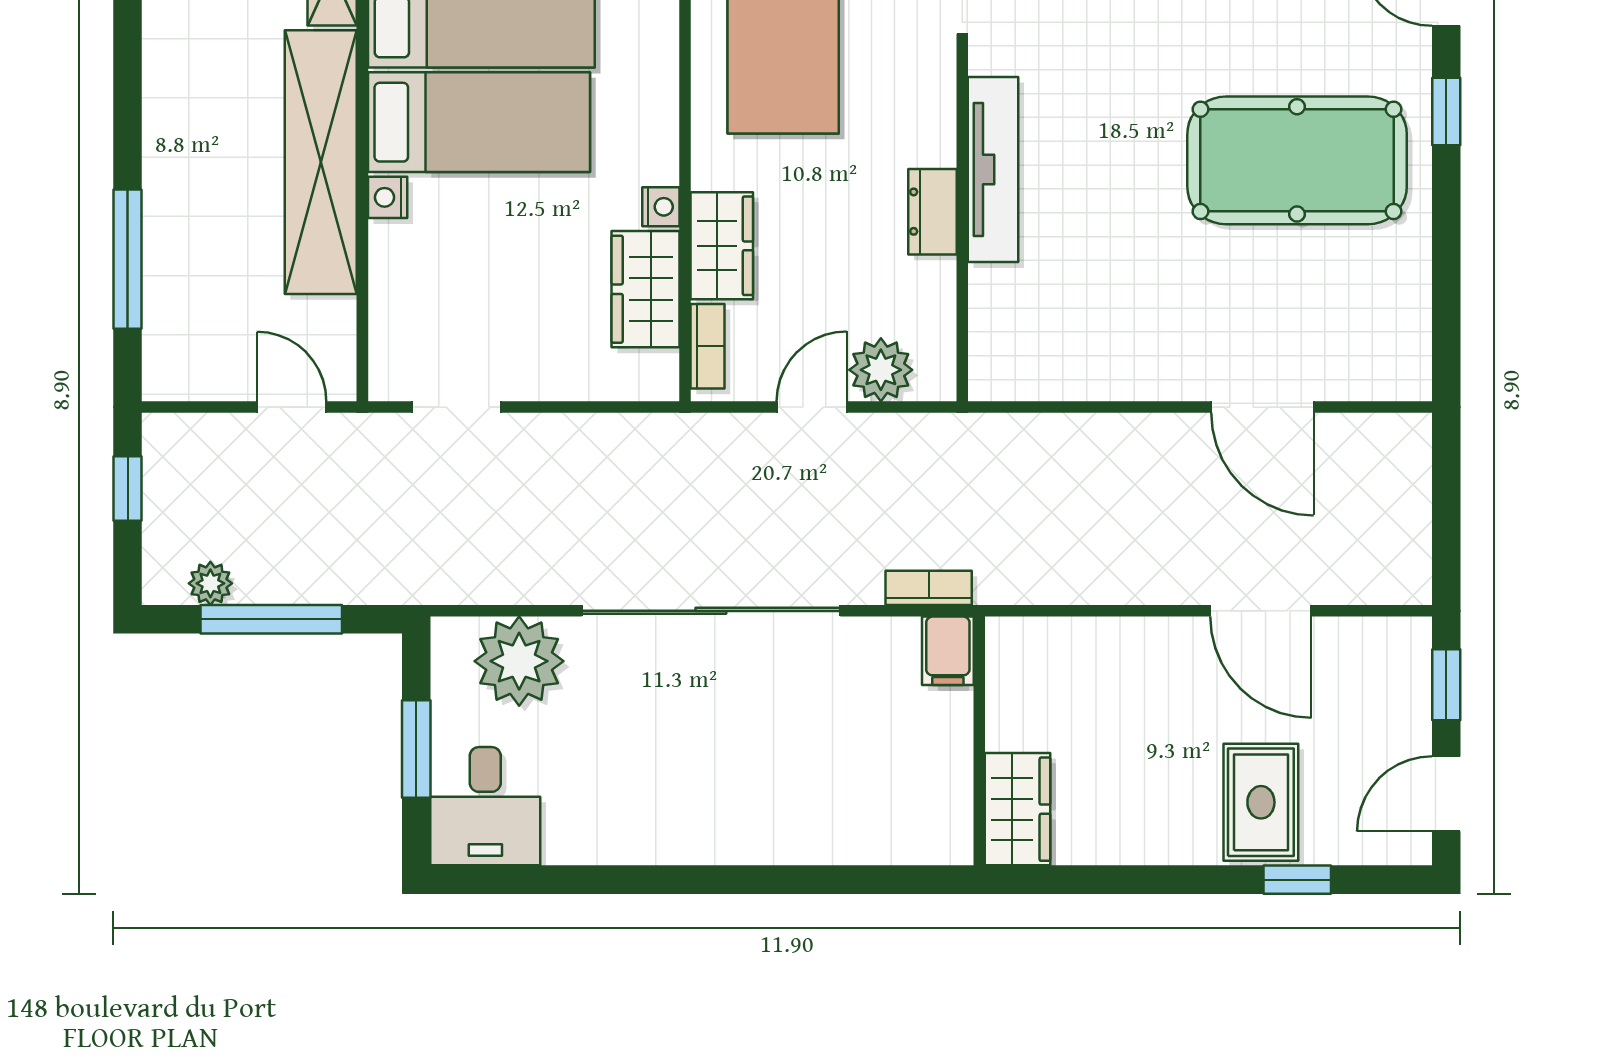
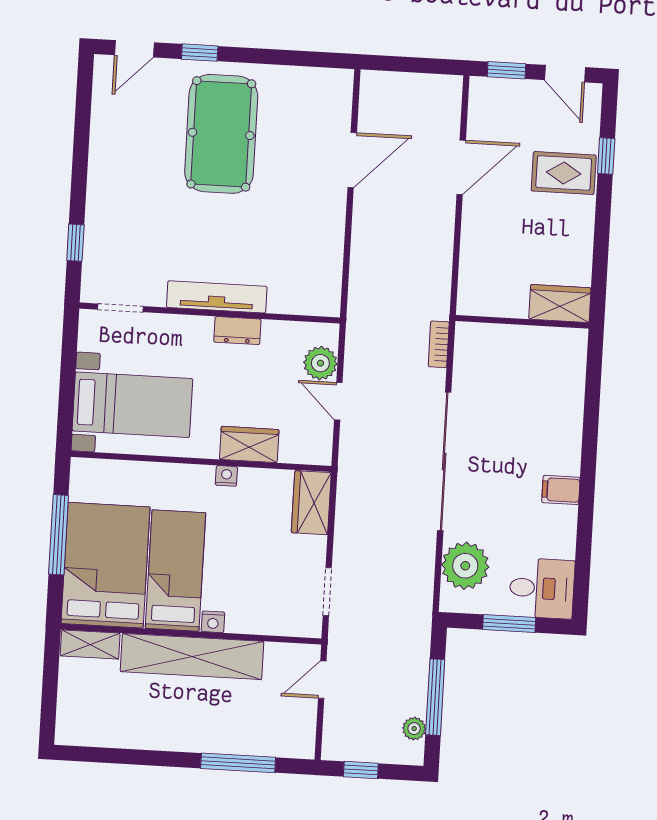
wardrobe: (646, 289) -> (311, 503), moved, turned 90
bookcase: (708, 346) -> (303, 455), removed
filing cabinet: (948, 651) -> (561, 490), moved, turned 180

